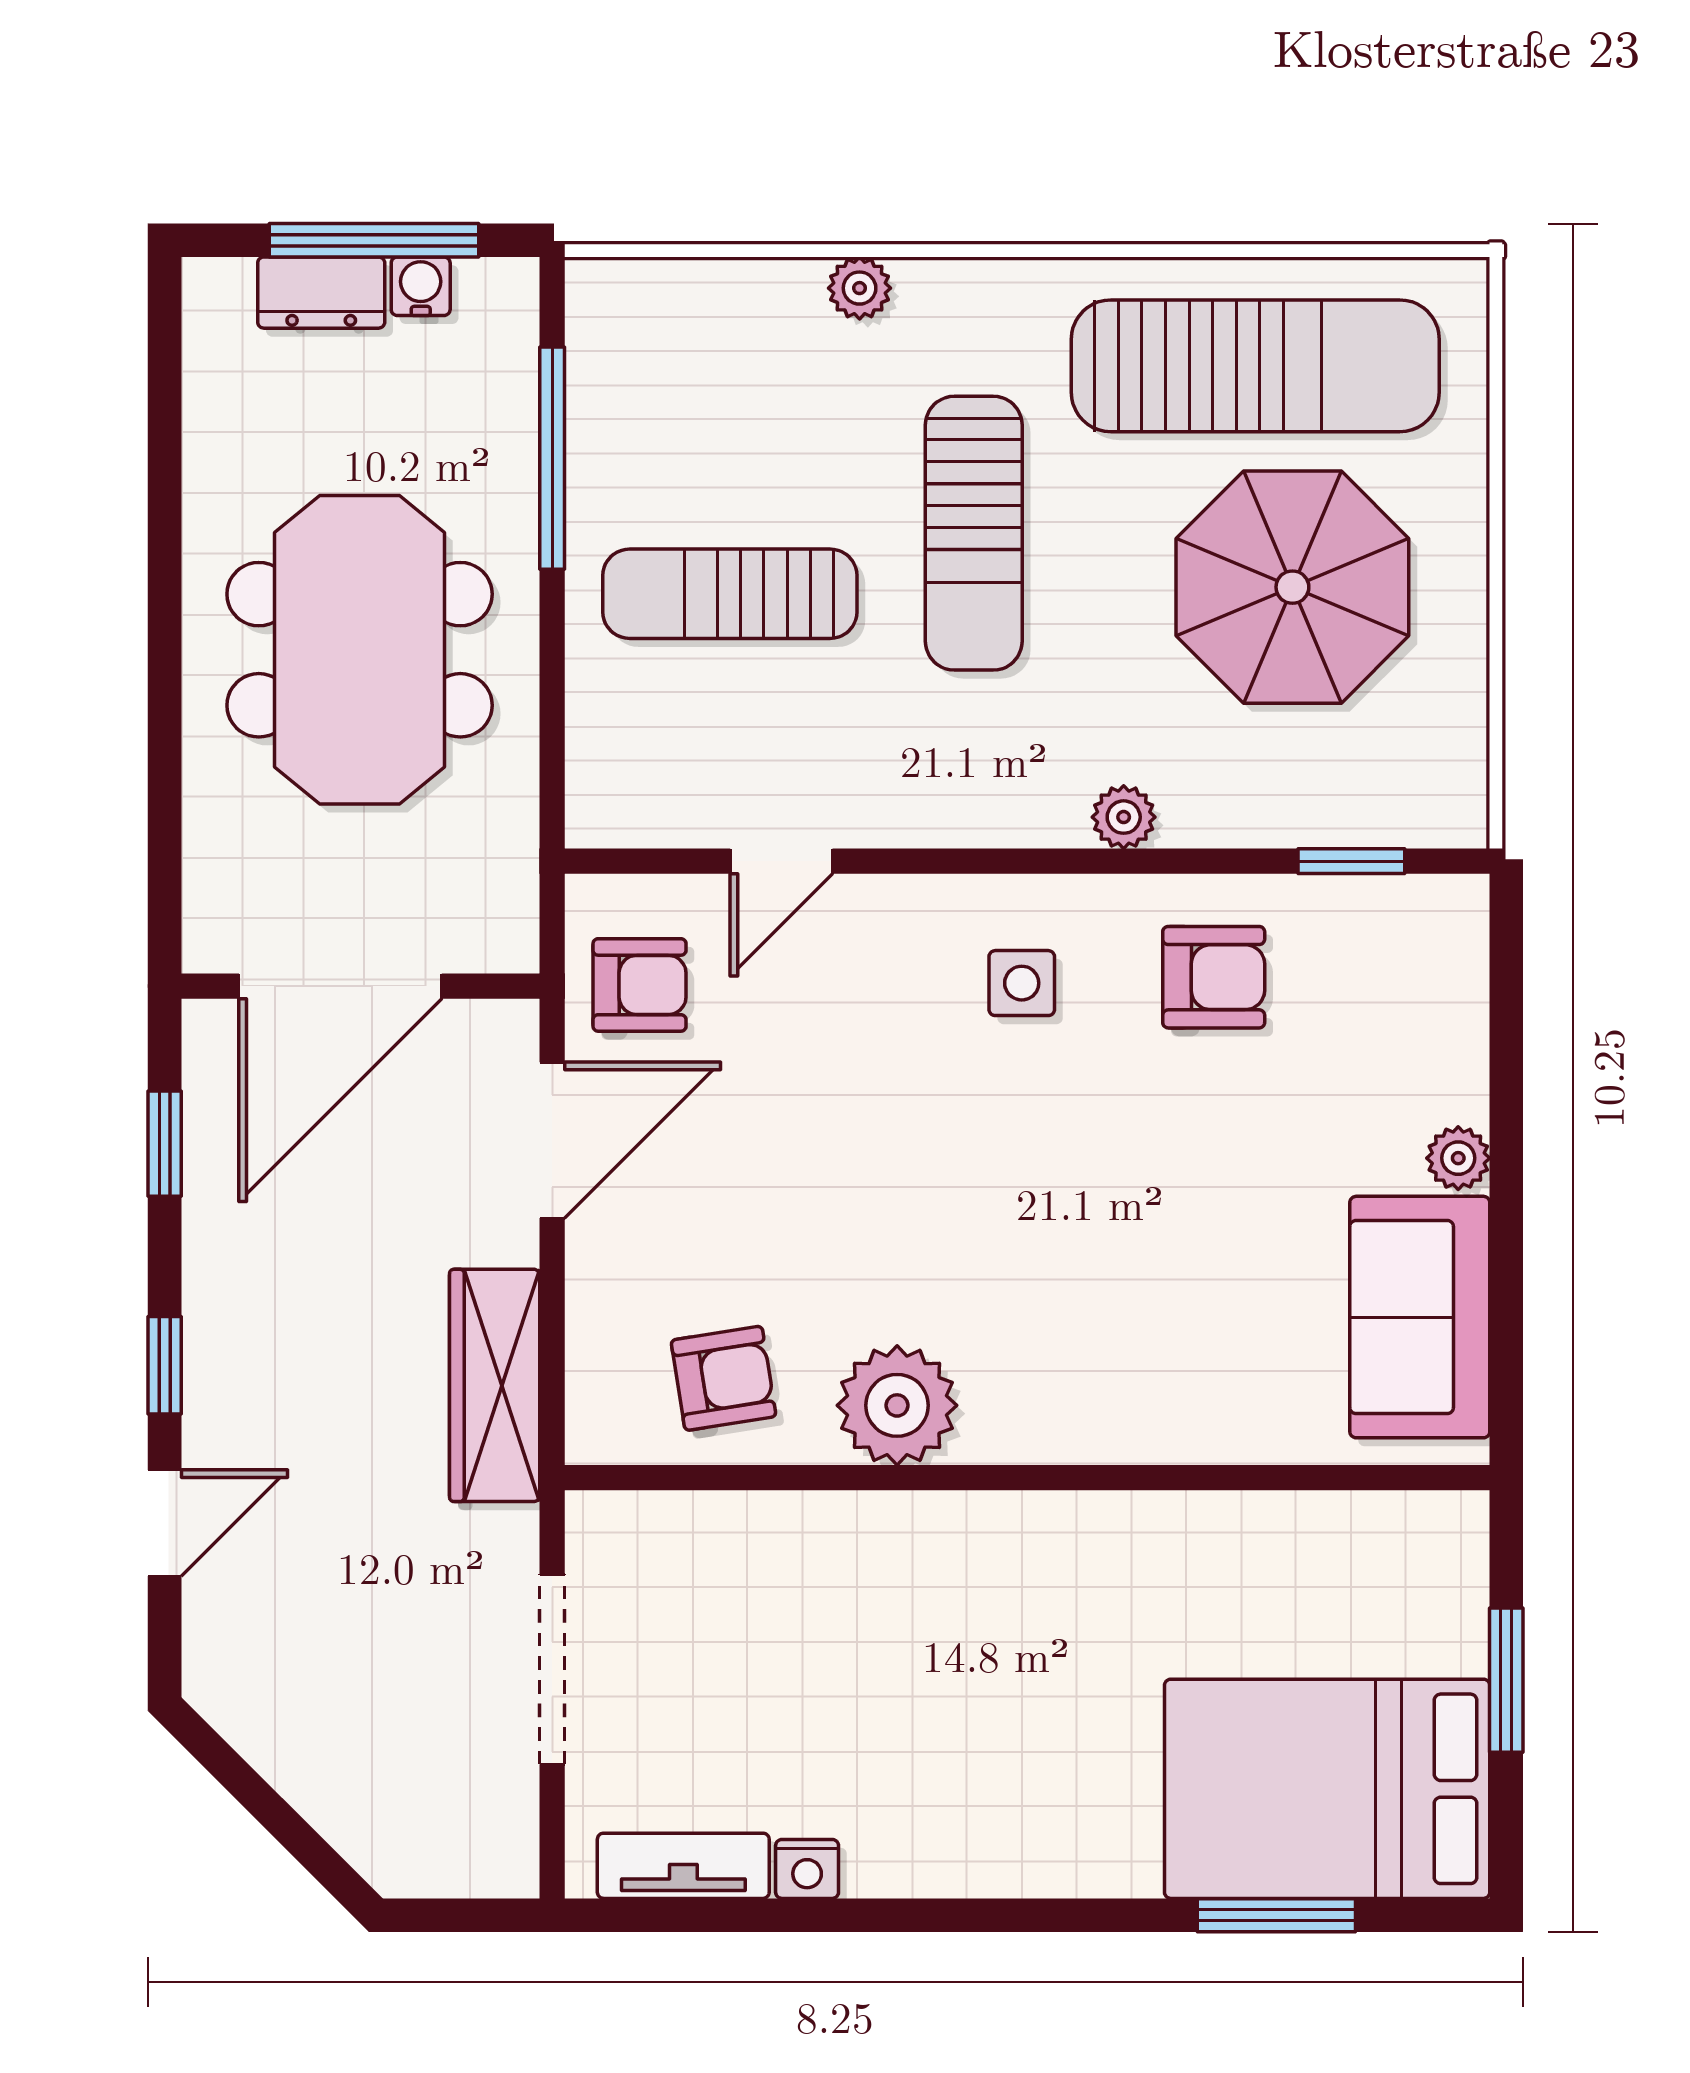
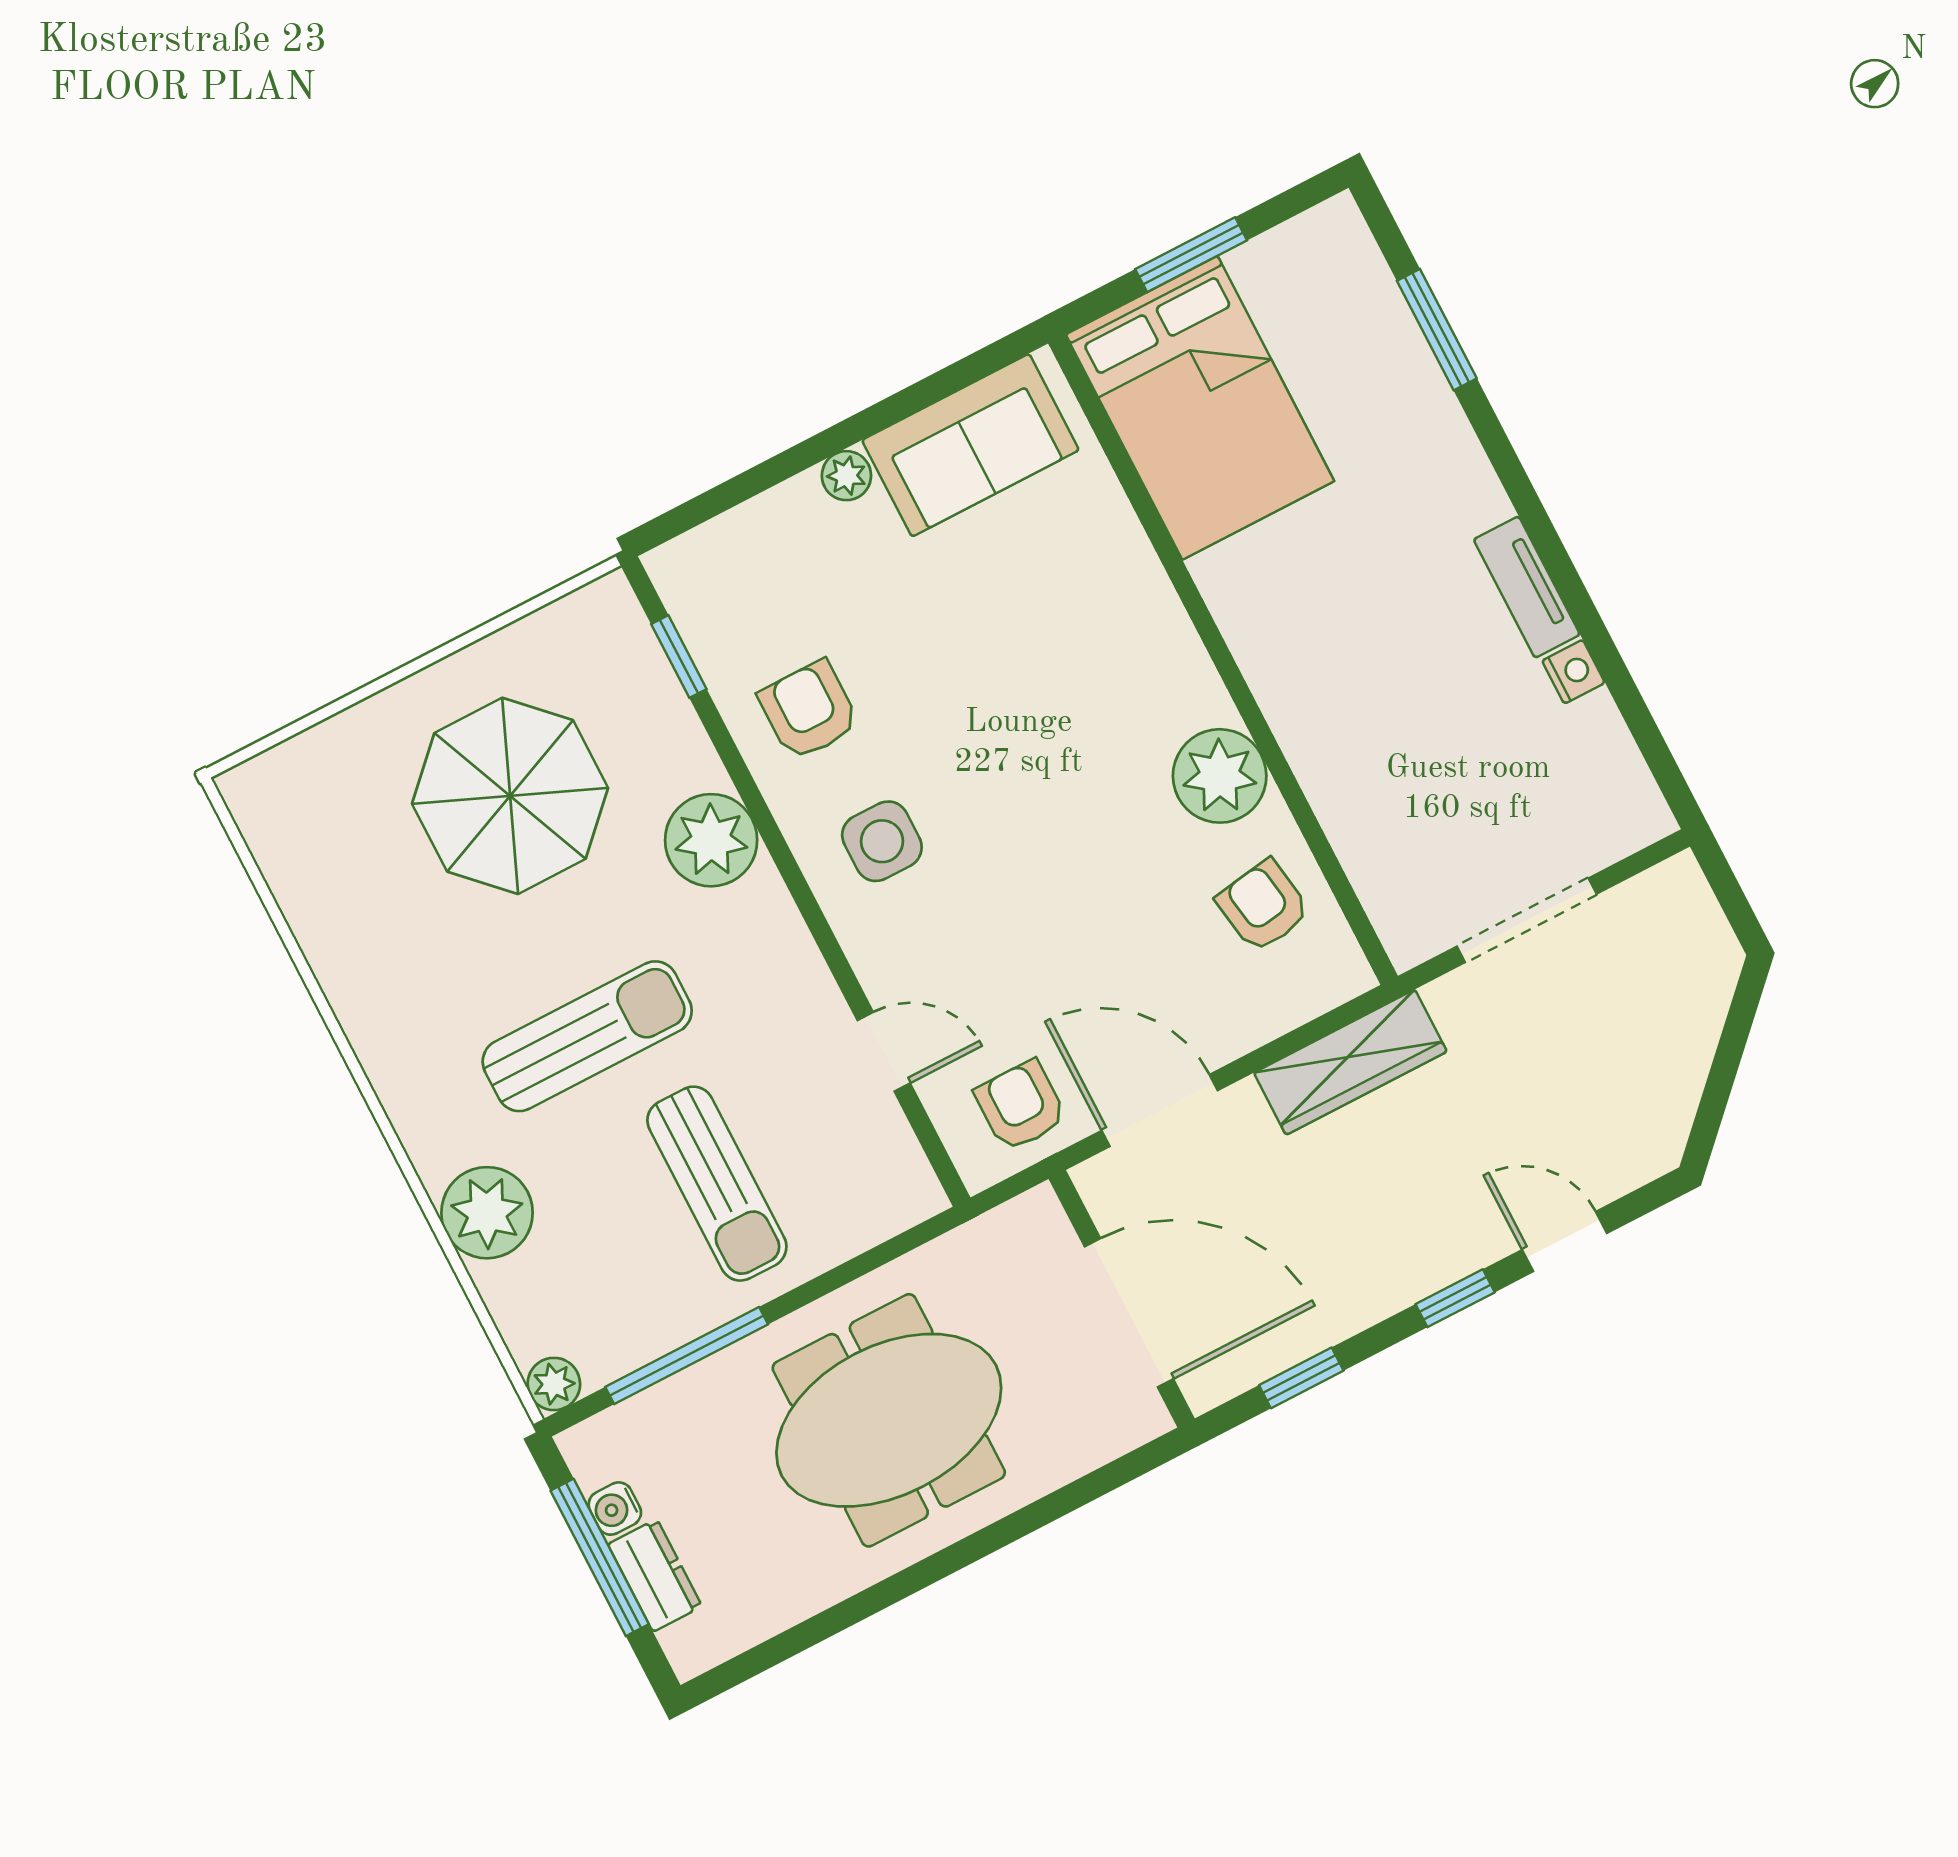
plant: (860, 288) -> (487, 1213), width x1.88, depth x1.88
plant: (598, 290) -> (554, 1384), added
sun lounger: (1255, 366) -> (370, 901), removed
plant: (1124, 817) -> (711, 840), width x1.88, depth x1.88
side table: (1022, 983) -> (882, 841), width x1.37, depth x1.37
bed: (1327, 1789) -> (1200, 408), moved
tv unit: (683, 1866) -> (1527, 587), moved

